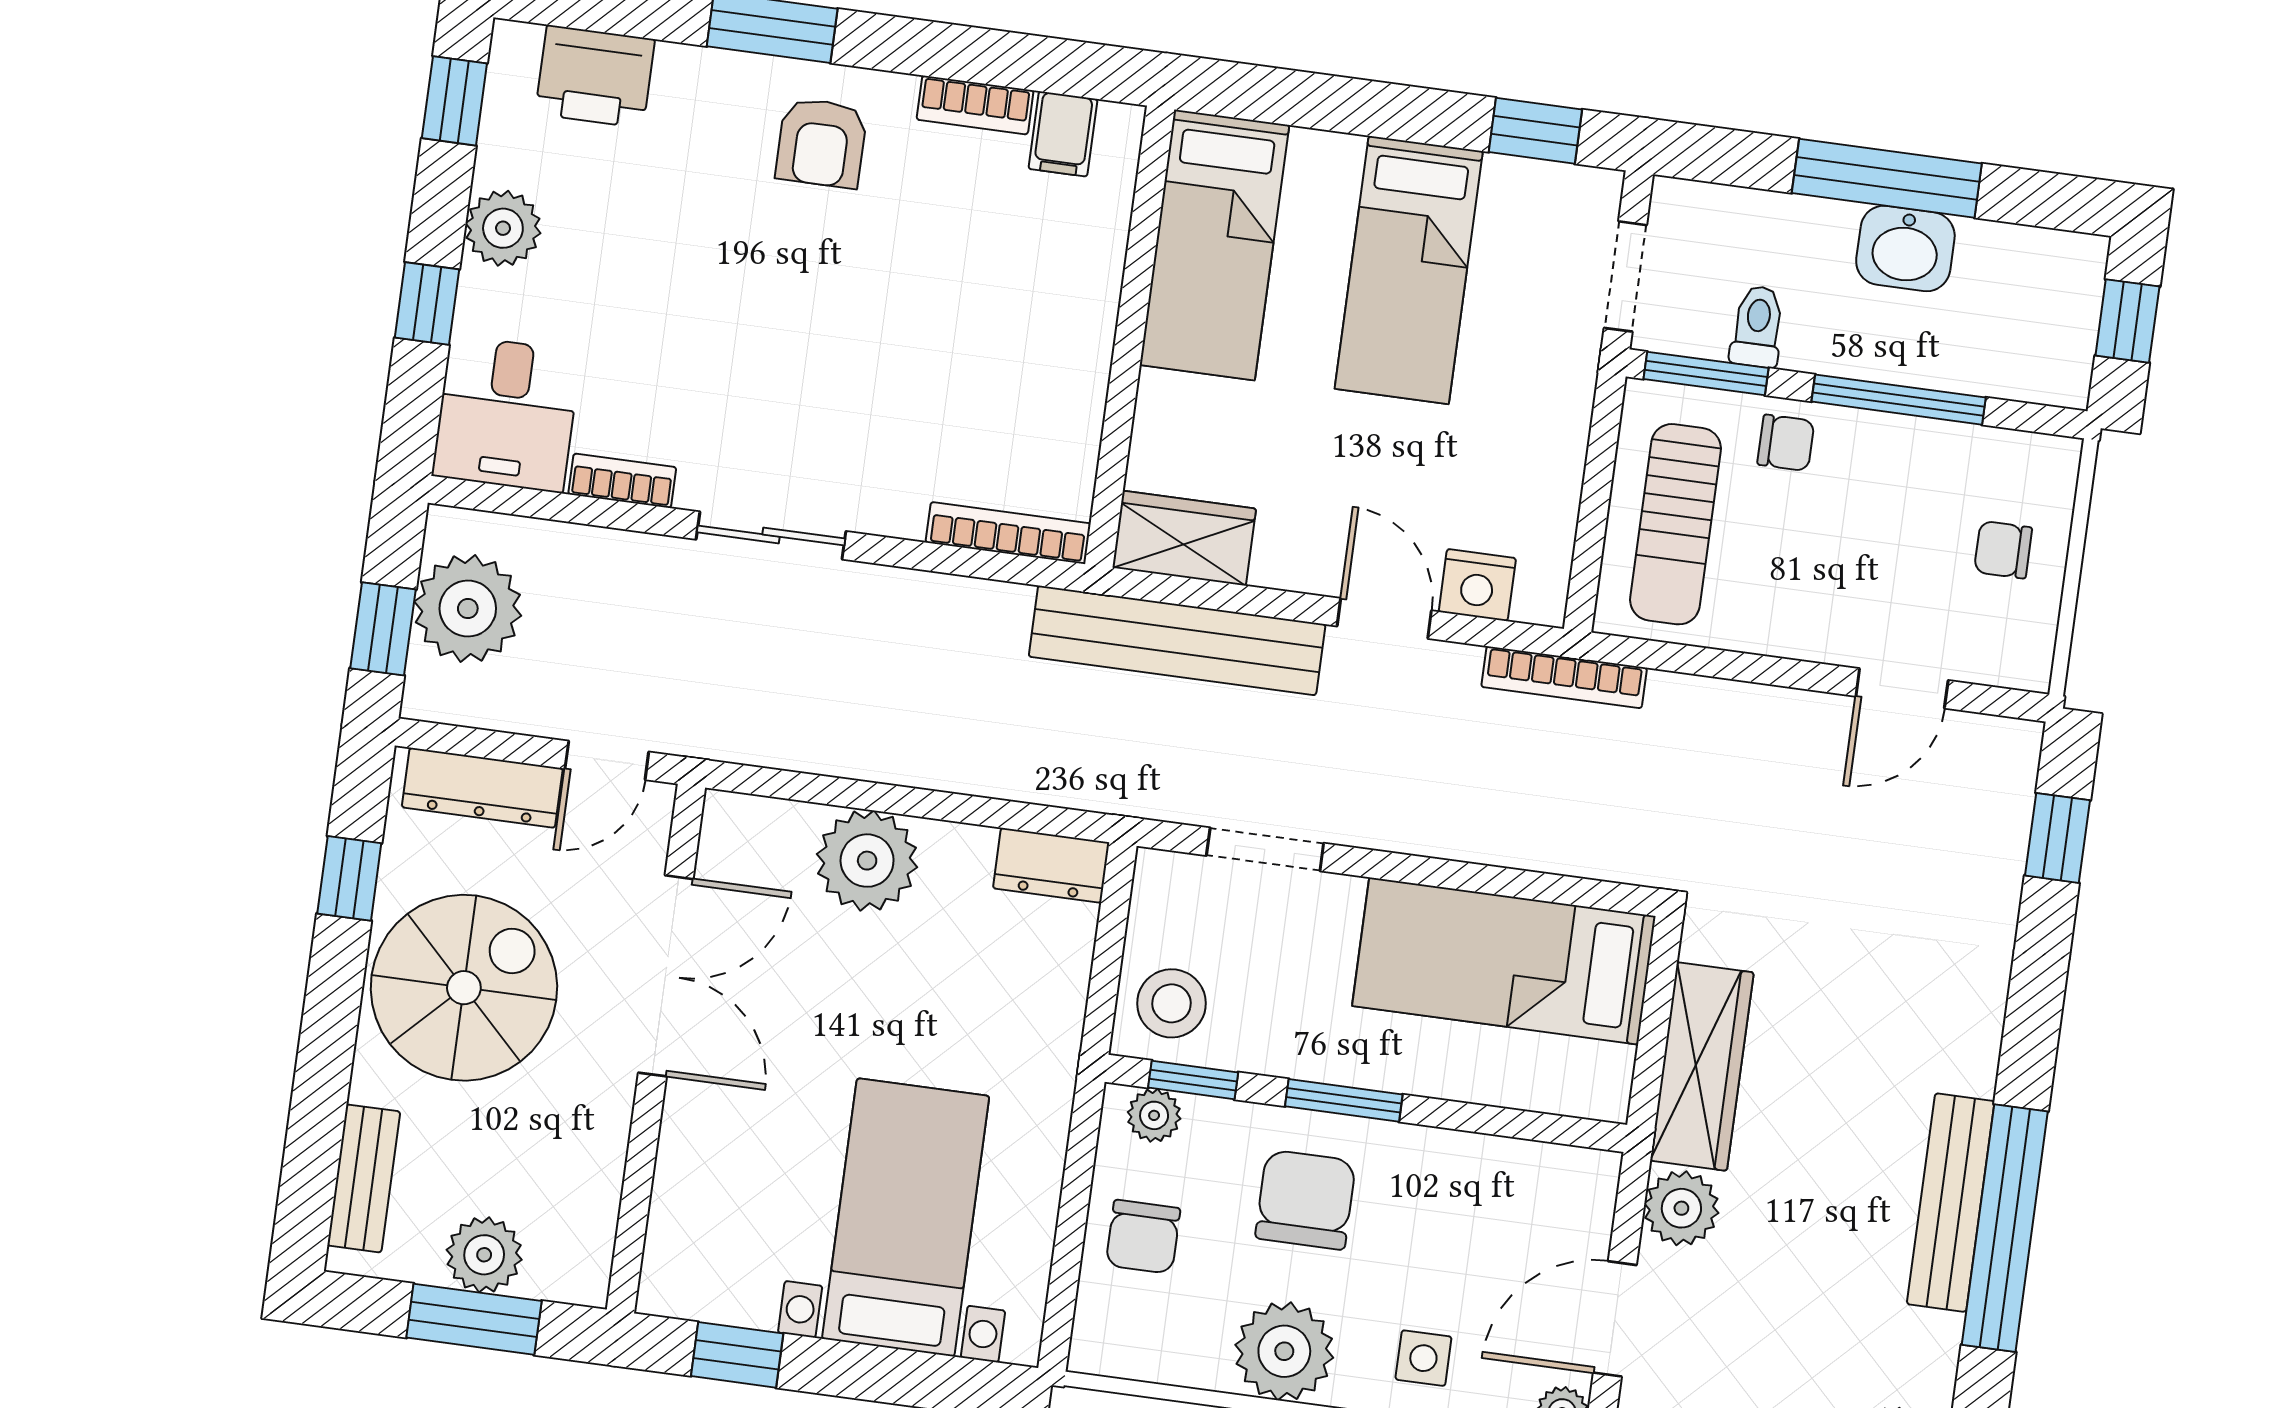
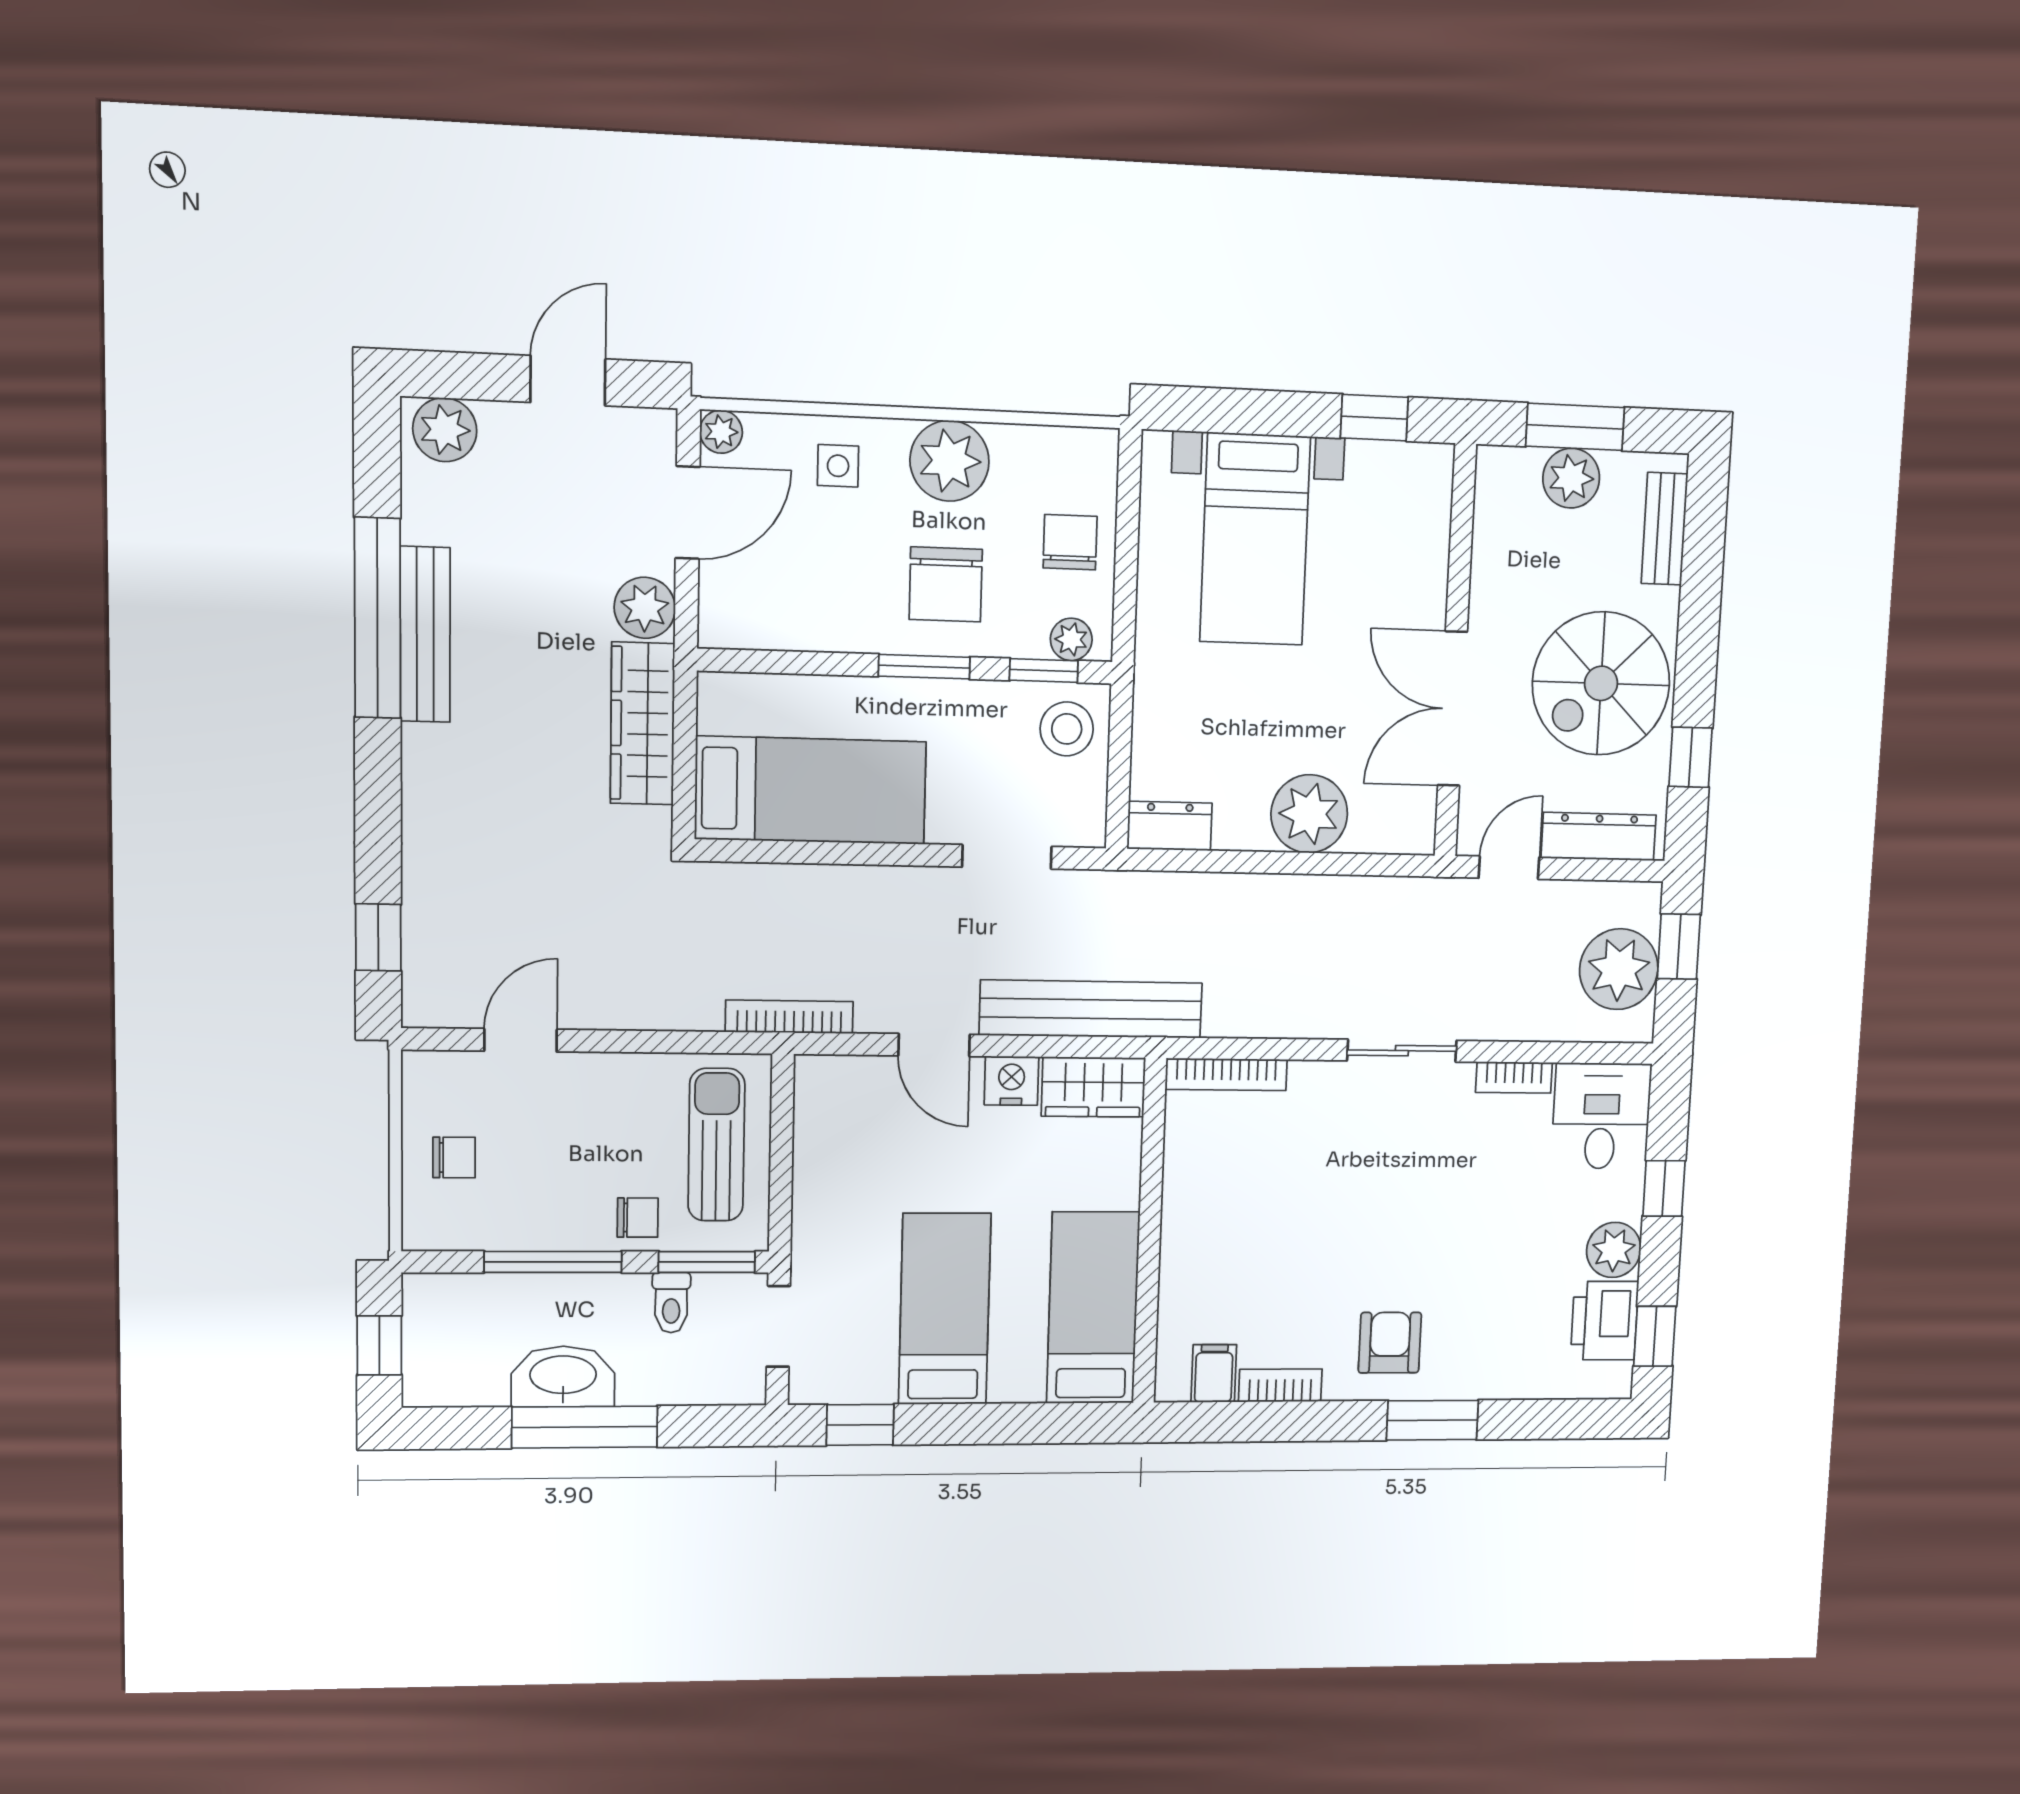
printer: (595, 77) -> (1604, 1321), moved, turned -90
washbasin: (1905, 248) -> (563, 1376), width x1.38
chair: (1786, 443) -> (638, 1218), turned 180
nightstand: (1477, 585) -> (1011, 1081), moved

